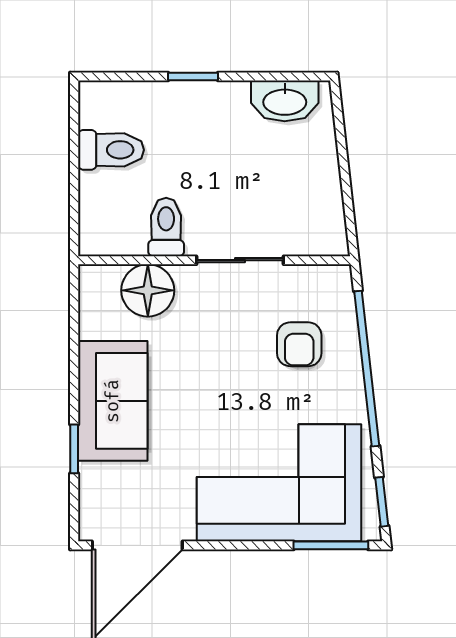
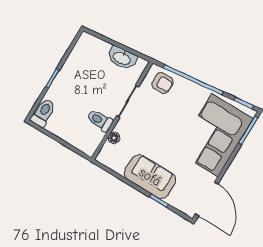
washbasin: (285, 101) -> (122, 58), moved, turned 84
toilet: (111, 150) -> (43, 113), moved
floor lamp: (148, 290) -> (114, 138), width x0.53, depth x0.53
armchair: (299, 344) -> (163, 83), moved

